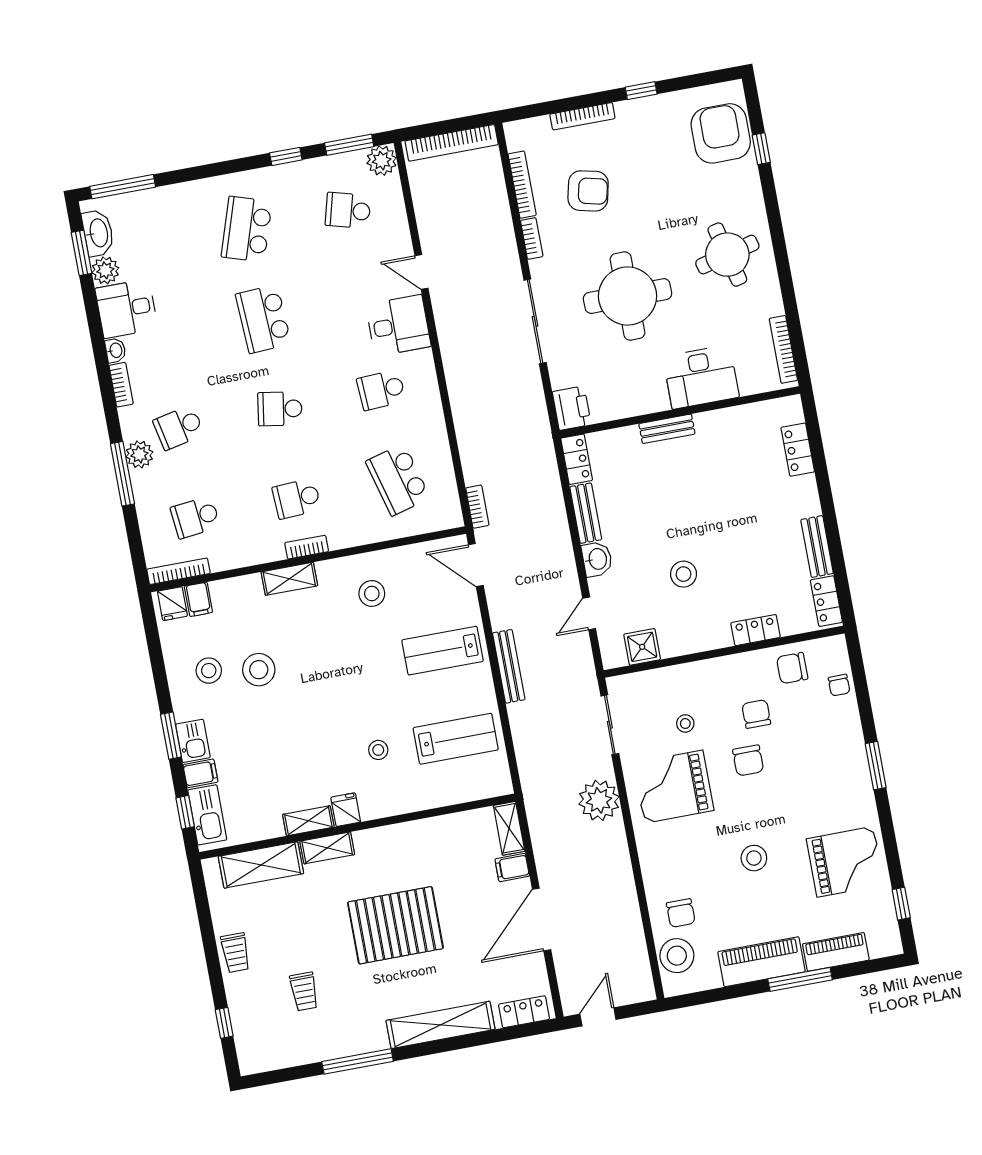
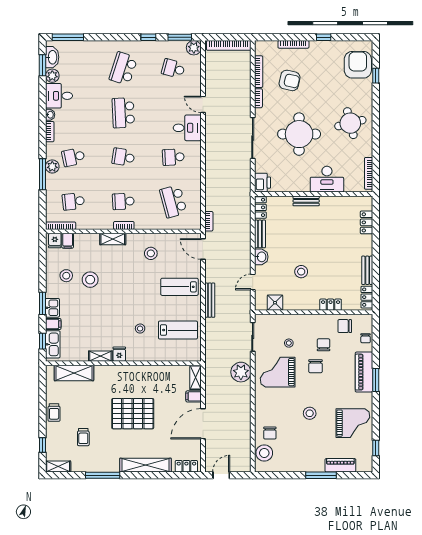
shelving: (327, 848) -> (58, 466), moved
piano: (761, 962) -> (364, 372), moved, turned -90

